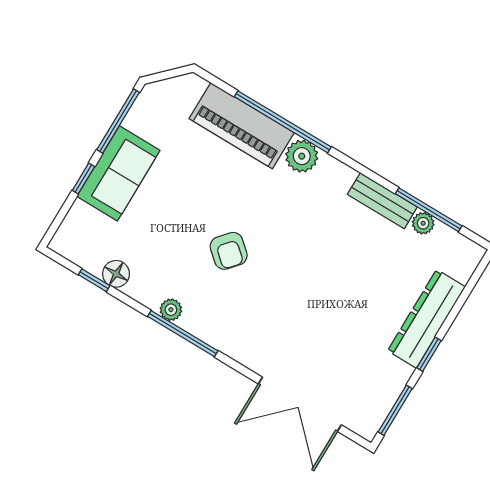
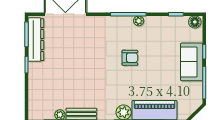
armchair: (229, 251) -> (130, 58), turned 139
floor lamp: (116, 274) -> (195, 22), moved
dresser: (426, 319) -> (36, 40), moved

